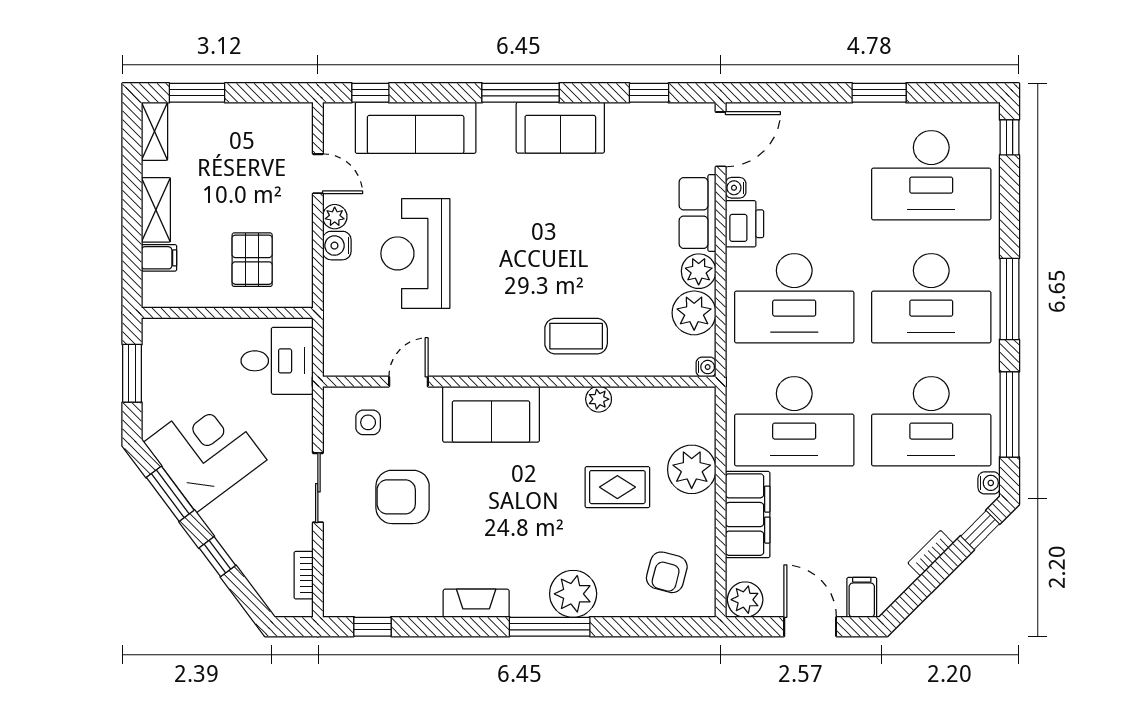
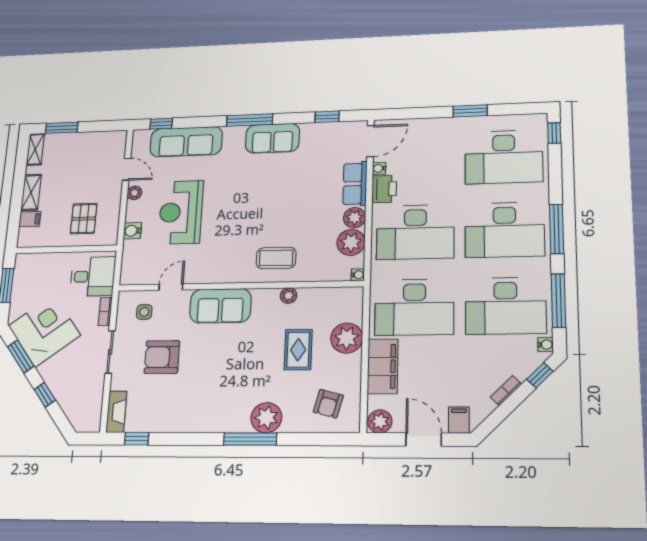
water cooler: (337, 246) -> (132, 231), moved
rug: (617, 487) -> (298, 350), turned 90
bookcase: (304, 575) -> (105, 311), moved
fireplace: (476, 603) -> (116, 412), moved, turned 90

